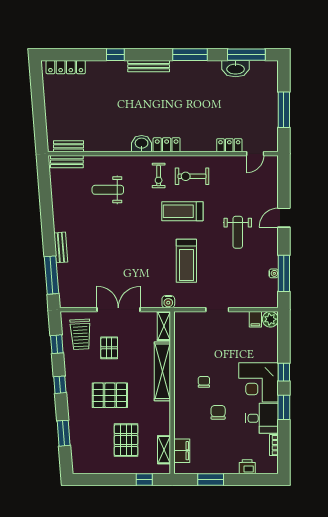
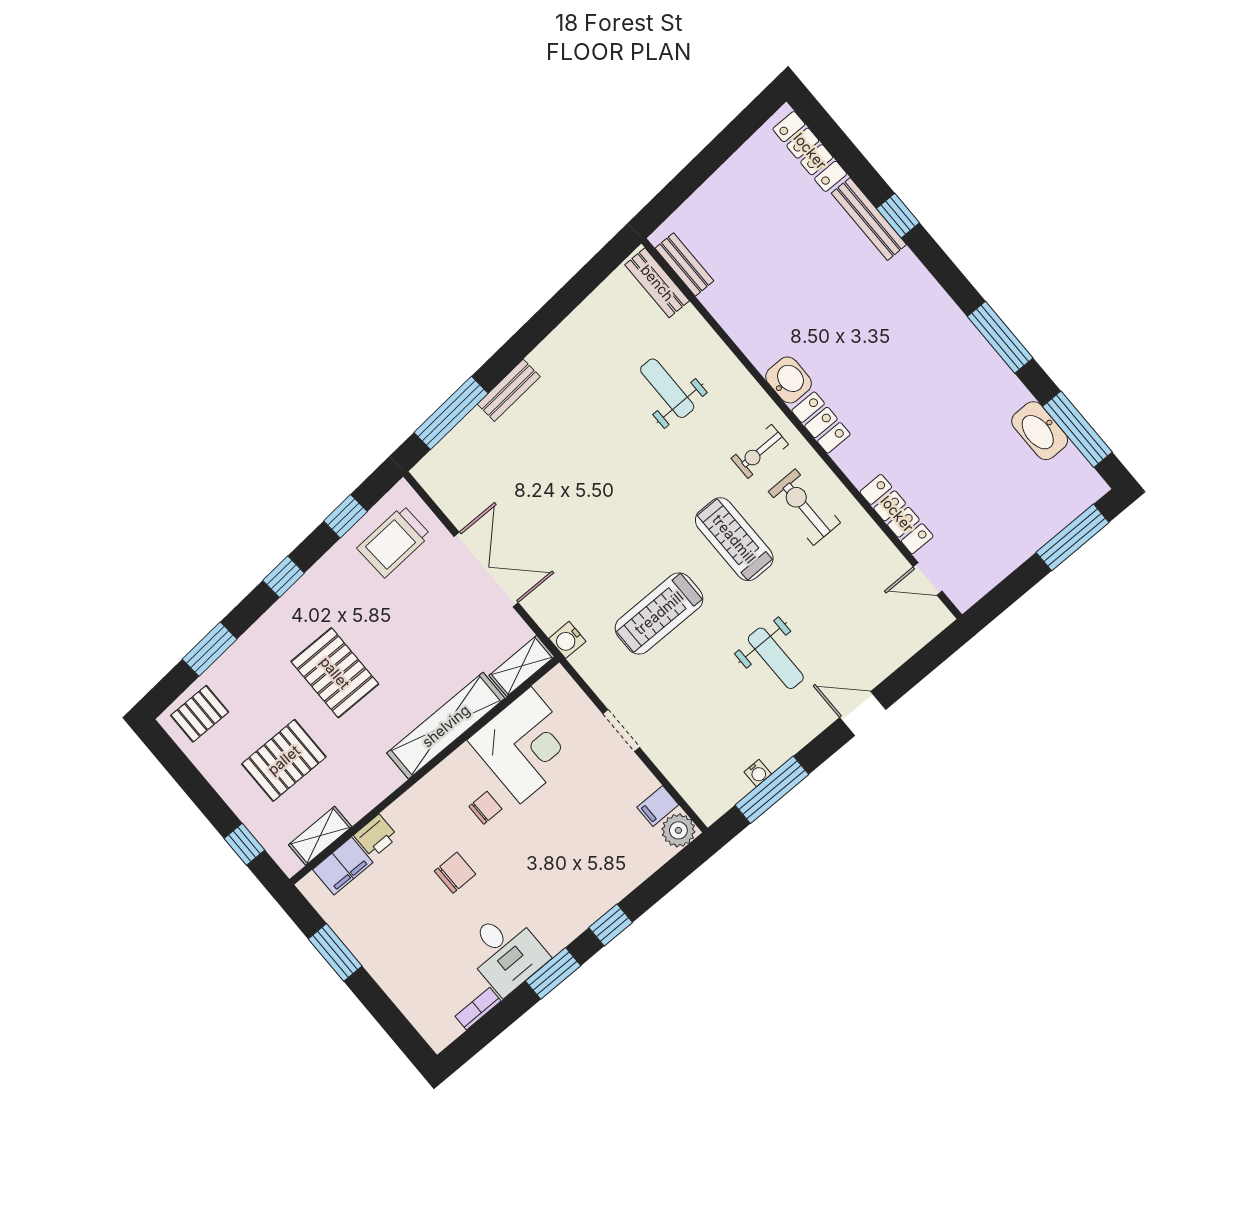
bench: (149, 66) -> (869, 219), moved
window: (284, 110) -> (1073, 537), moved
locker: (229, 145) -> (897, 514), width x1.53
weight bench: (238, 232) -> (776, 658), turned -90
pallet: (109, 348) -> (200, 714), moved
corner desk: (259, 382) -> (526, 745), moved, turned 180
printer: (247, 467) -> (376, 836), moved, turned 90

